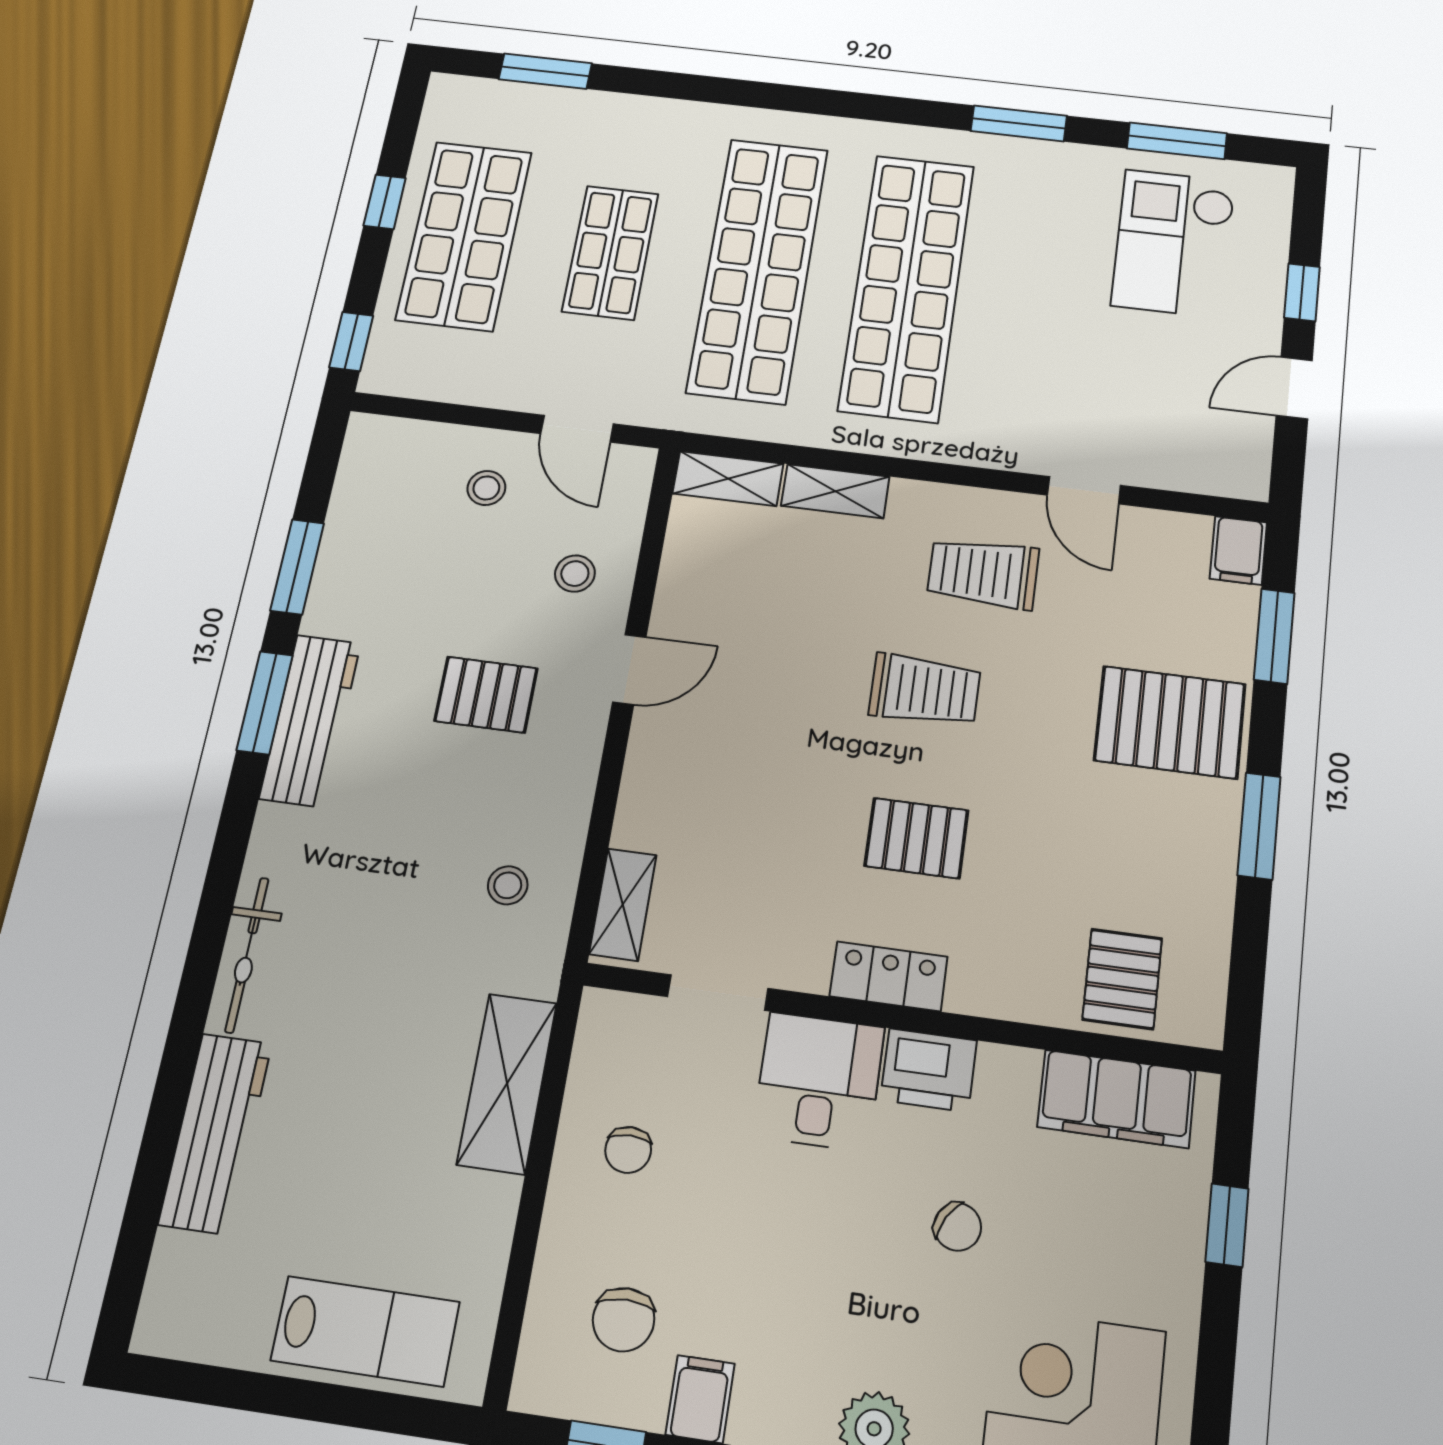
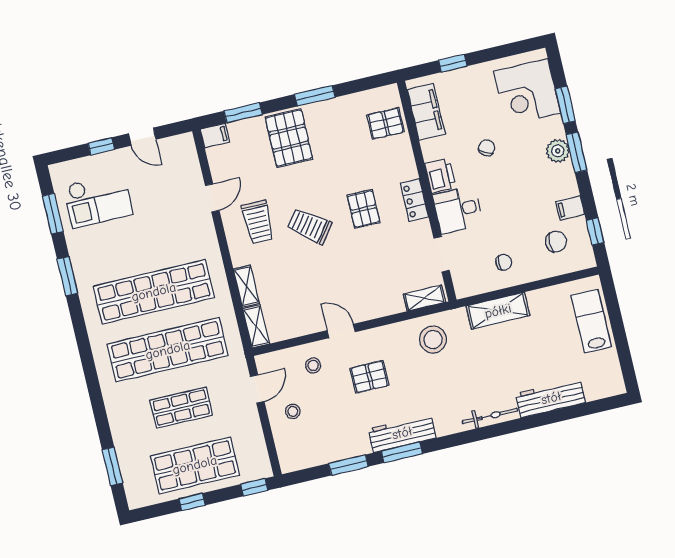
trolley: (925, 690) -> (309, 226), turned -53
pallet: (486, 695) -> (369, 377), turned 90
stool: (508, 885) -> (433, 340), width x1.89, depth x1.89

